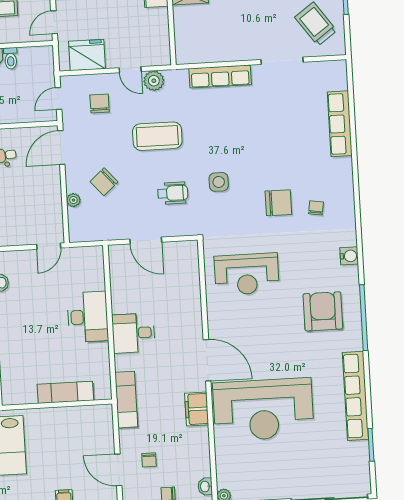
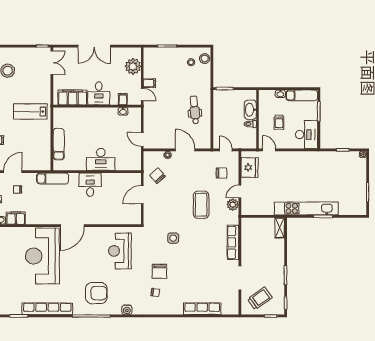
door: (61, 147) -> (185, 150), moved
chair: (104, 182) -> (157, 176), moved
wheelchair: (173, 193) -> (168, 212), removed
filing cabinet: (197, 409) -> (16, 218), moved

